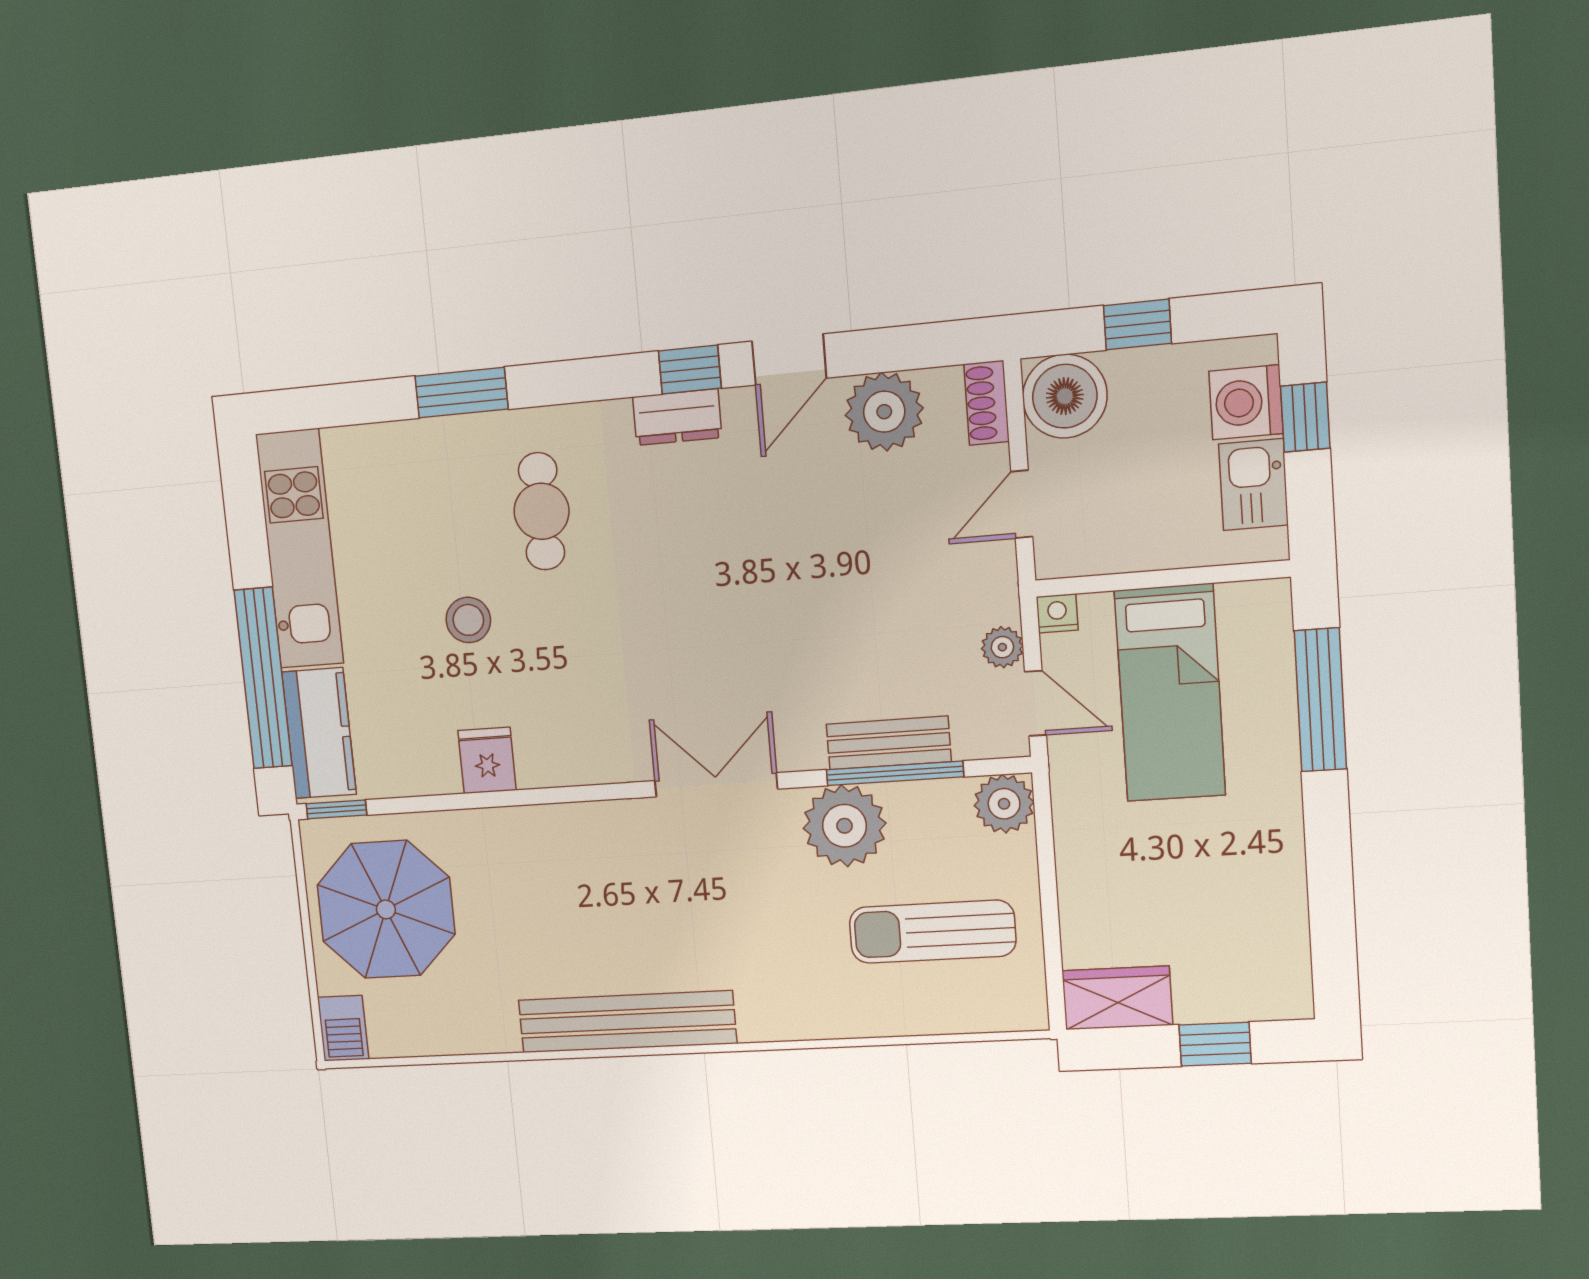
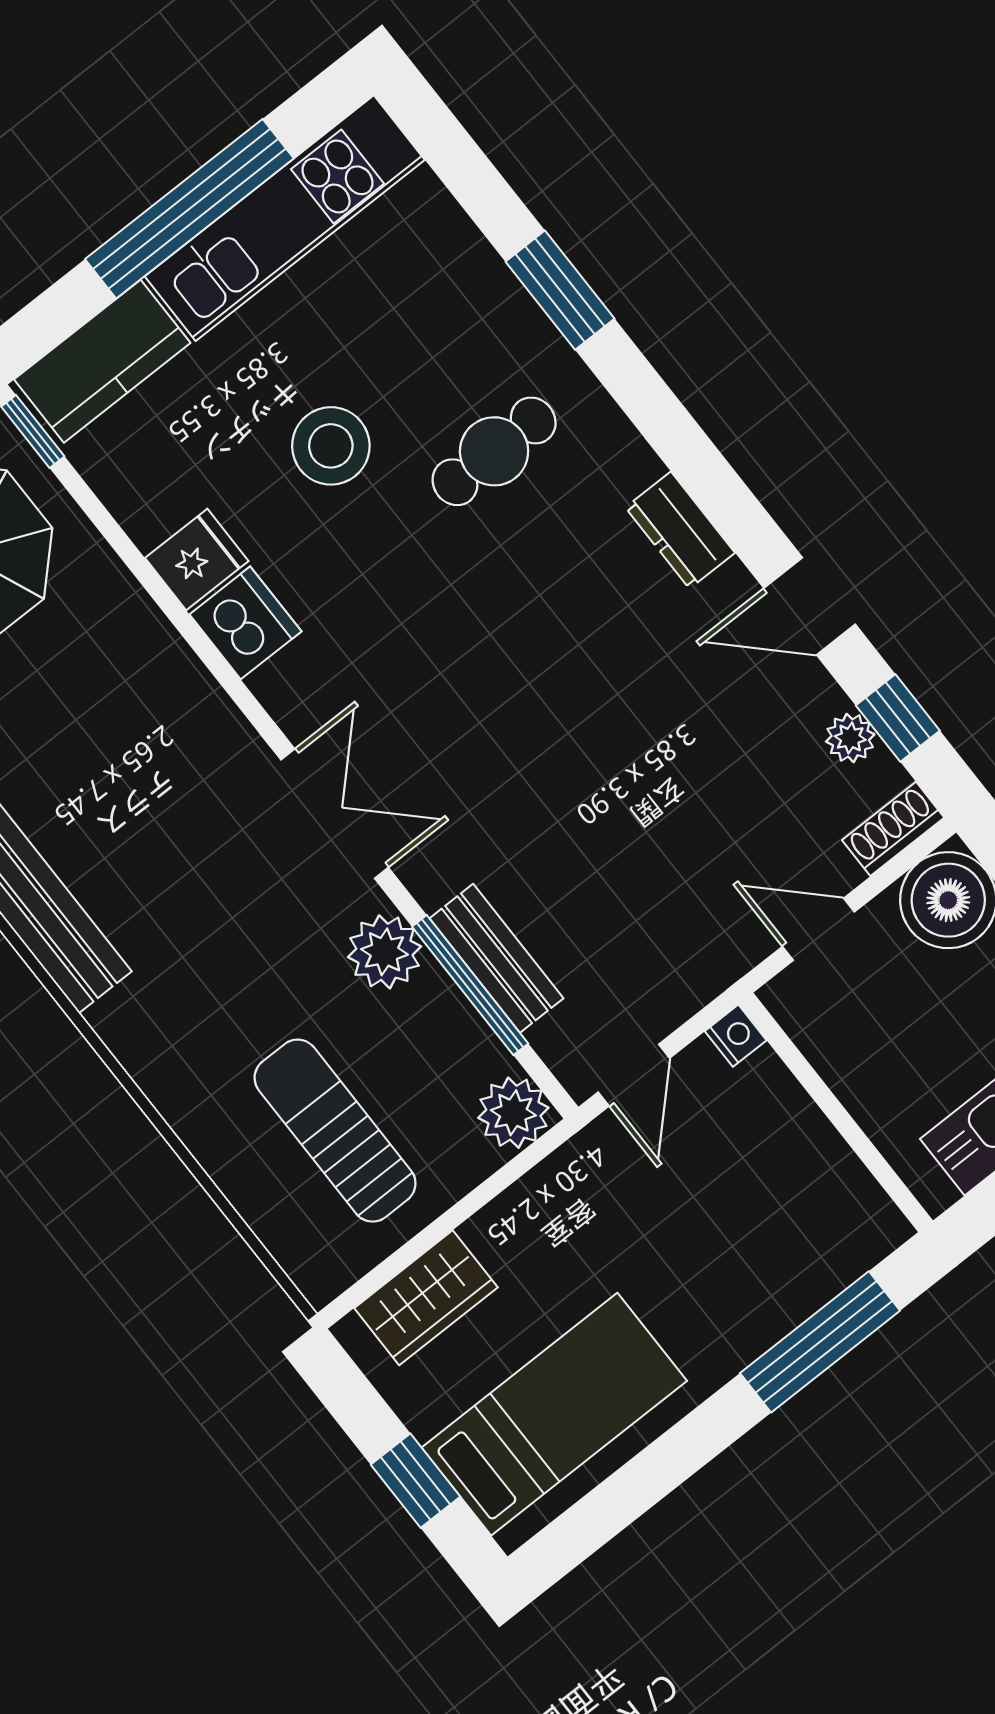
window: (690, 370) -> (898, 718), moved
plant: (884, 412) -> (850, 738), width x0.53, depth x0.53
stool: (468, 620) -> (331, 446), width x1.38, depth x1.38
plant: (1002, 647) -> (667, 1005), removed
window: (263, 678) -> (189, 209), moved
bed: (1170, 693) -> (554, 1414), moved, turned 180
dishwasher: (549, 757) -> (245, 623), added
plant: (844, 826) -> (384, 952), width x0.73, depth x0.73
wardrobe: (1117, 998) -> (426, 1298), moved, turned 90

